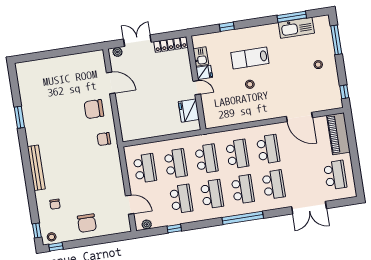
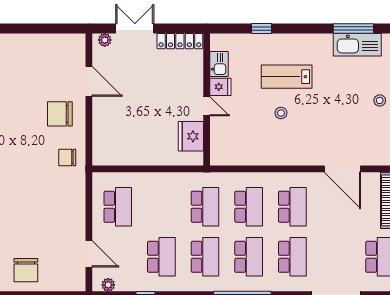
school desk: (176, 164) -> (161, 207), removed

